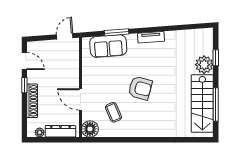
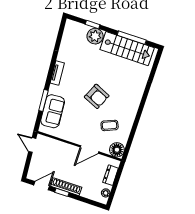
armchair: (140, 88) -> (97, 96), turned 99
shoe rack: (32, 101) -> (66, 187), moved
dresser: (60, 131) -> (111, 175), width x0.70

